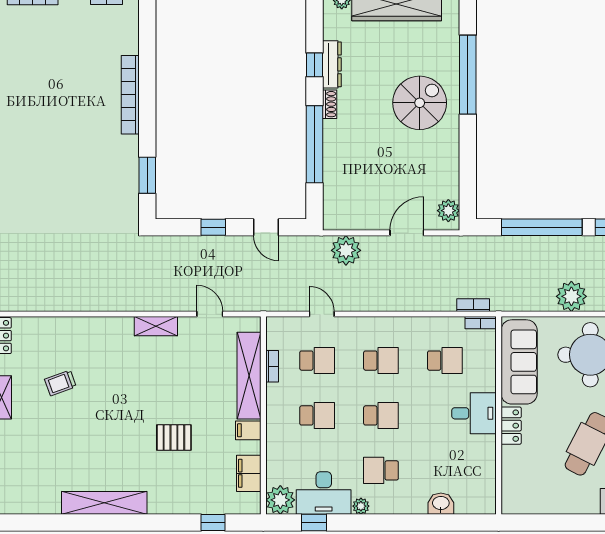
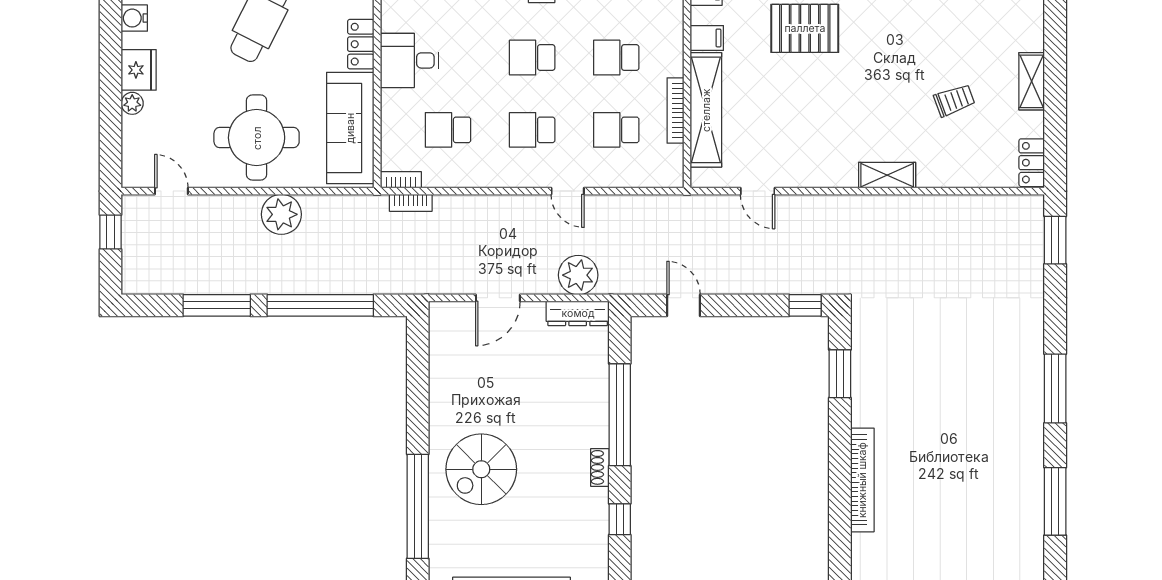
dresser: (332, 64) -> (578, 313), moved, turned -90
plant: (448, 211) -> (443, 327), removed
window: (213, 227) -> (805, 305), moved
door: (322, 314) -> (568, 191), moved
shelving: (156, 326) -> (887, 175), moved
bookcase: (272, 366) -> (675, 111), width x1.56
pallet: (174, 438) -> (805, 28), width x1.50, depth x1.42

